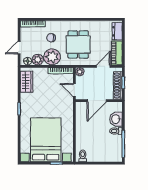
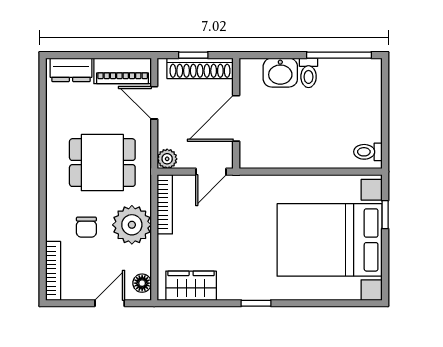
door: (19, 48) -> (110, 303), swing flipped
plant: (38, 60) -> (138, 259), removed
door: (97, 101) -> (236, 118), swing flipped

